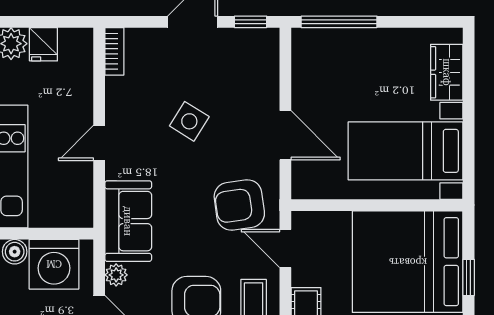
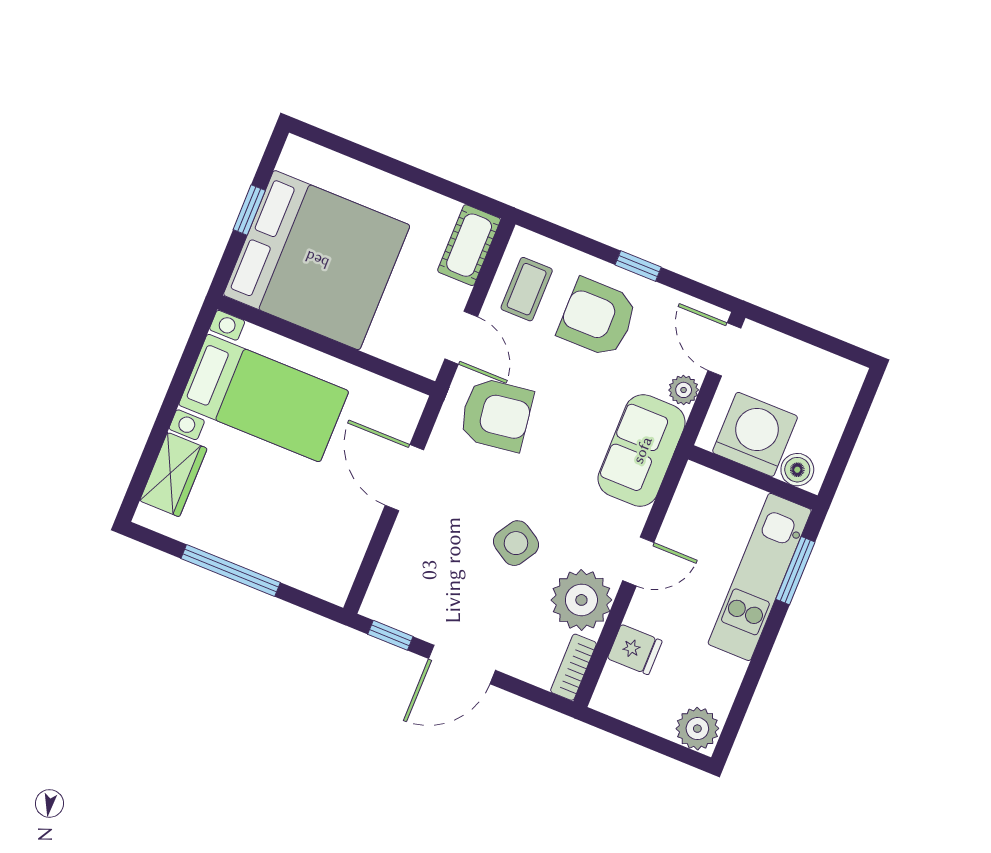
window: (339, 22) -> (231, 570), moved
fridge: (43, 44) -> (635, 650), moved, turned 90
plant: (128, 100) -> (581, 600), added

